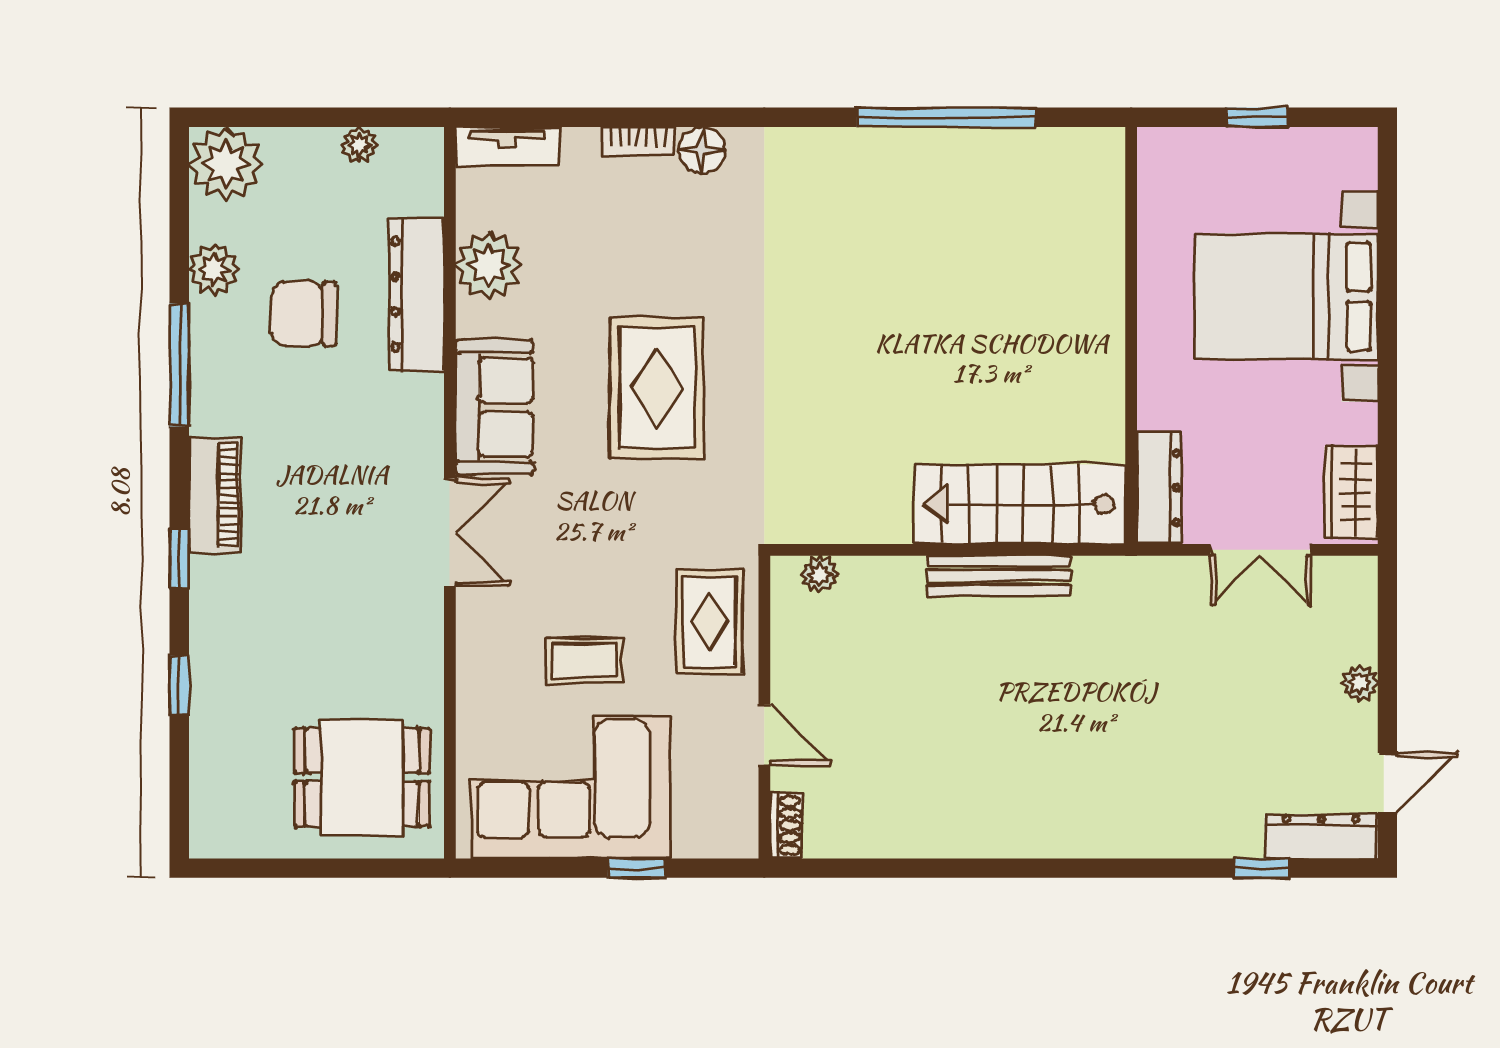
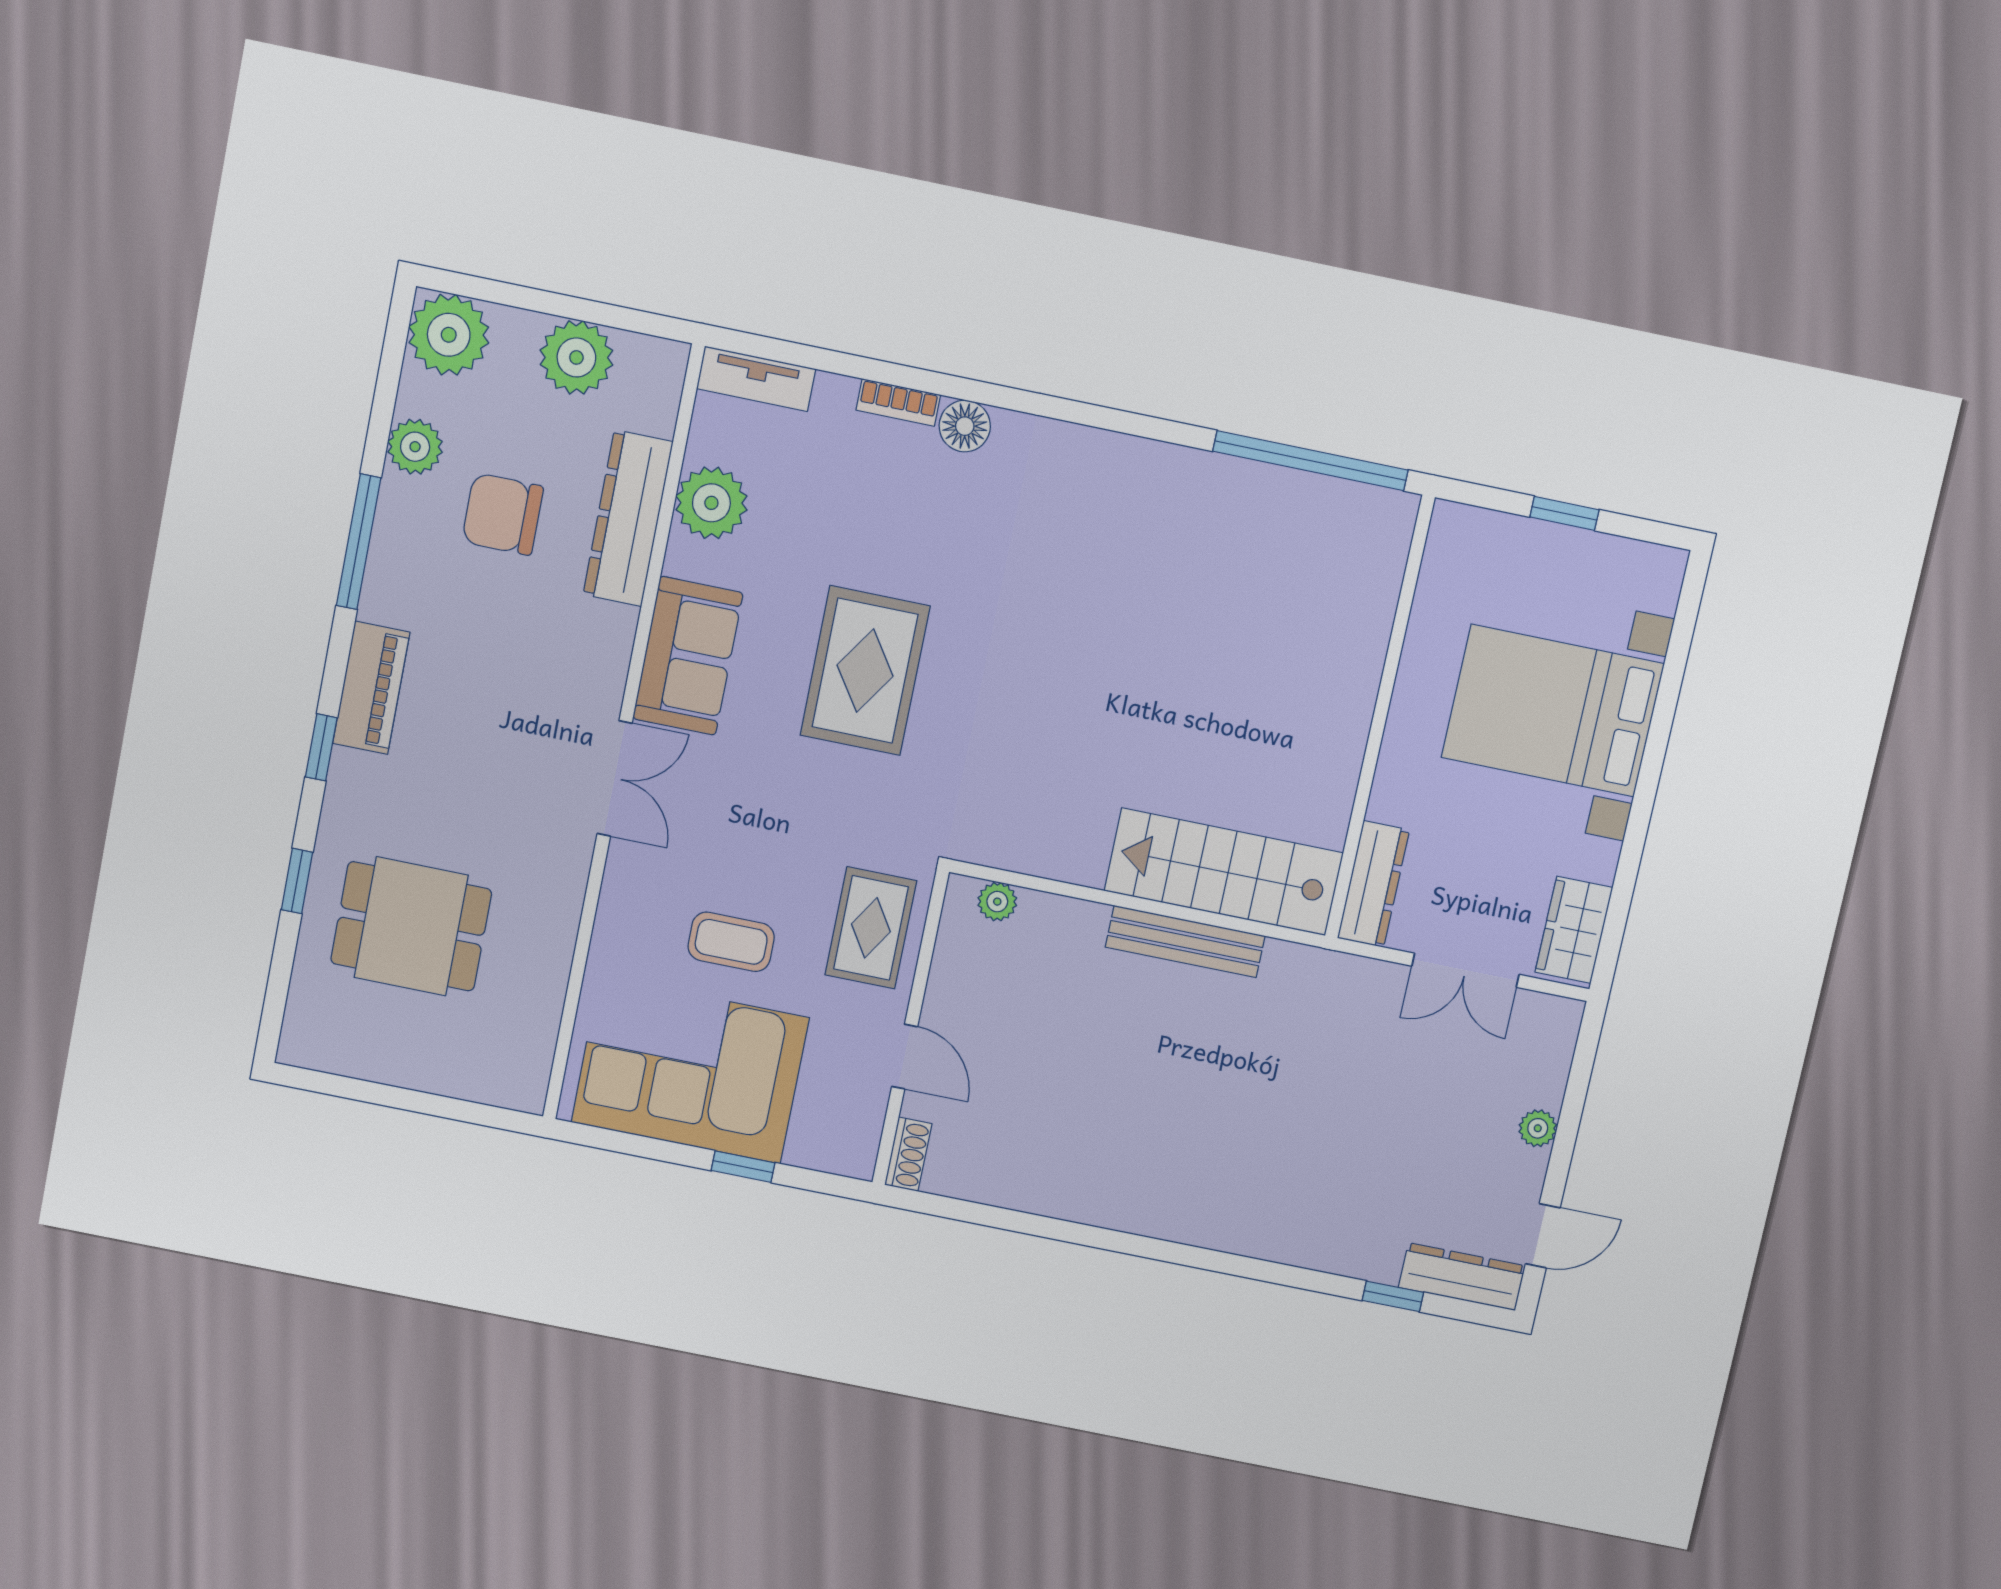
window: (946, 117) -> (1310, 461), moved
plant: (359, 145) -> (576, 357), width x1.88, depth x1.88
dining table: (362, 777) -> (411, 926), moved

